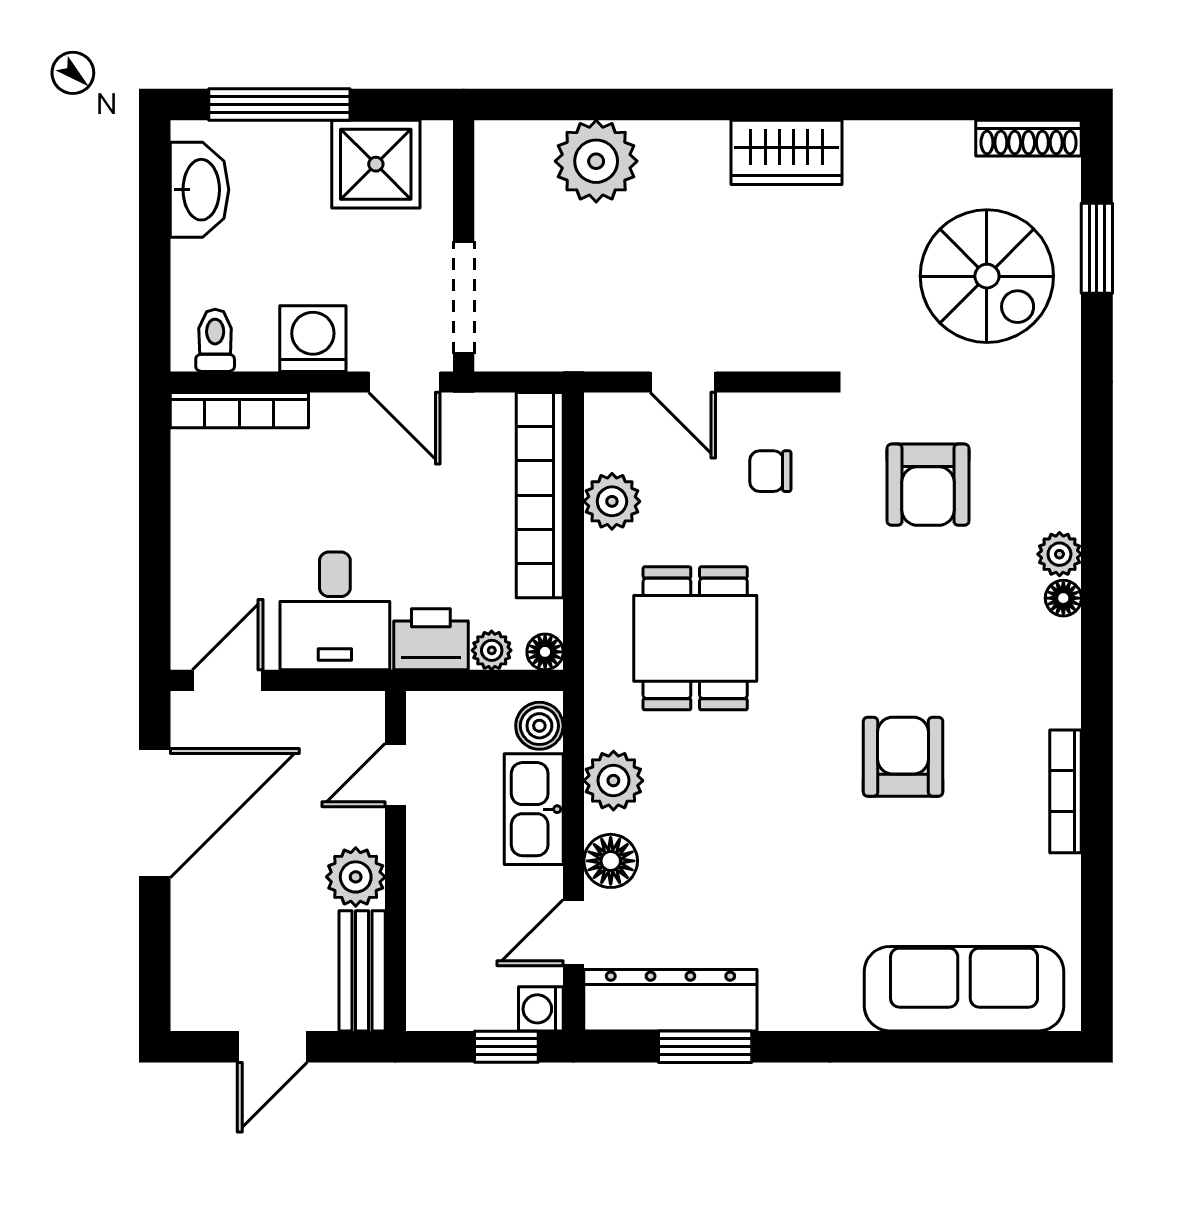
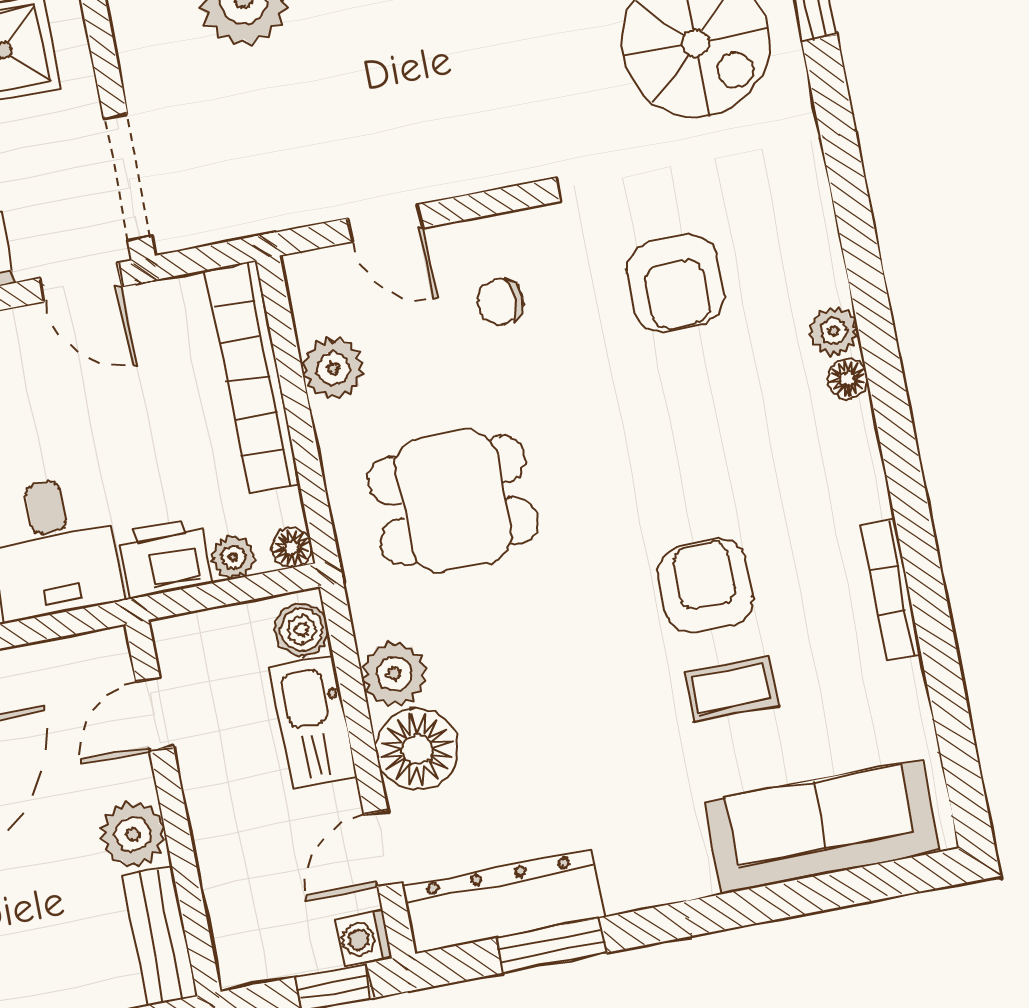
dining table: (695, 638) -> (453, 501), turned 90
coffee table: (908, 851) -> (731, 689), added
floor lamp: (611, 861) -> (417, 749), width x1.38, depth x1.38

